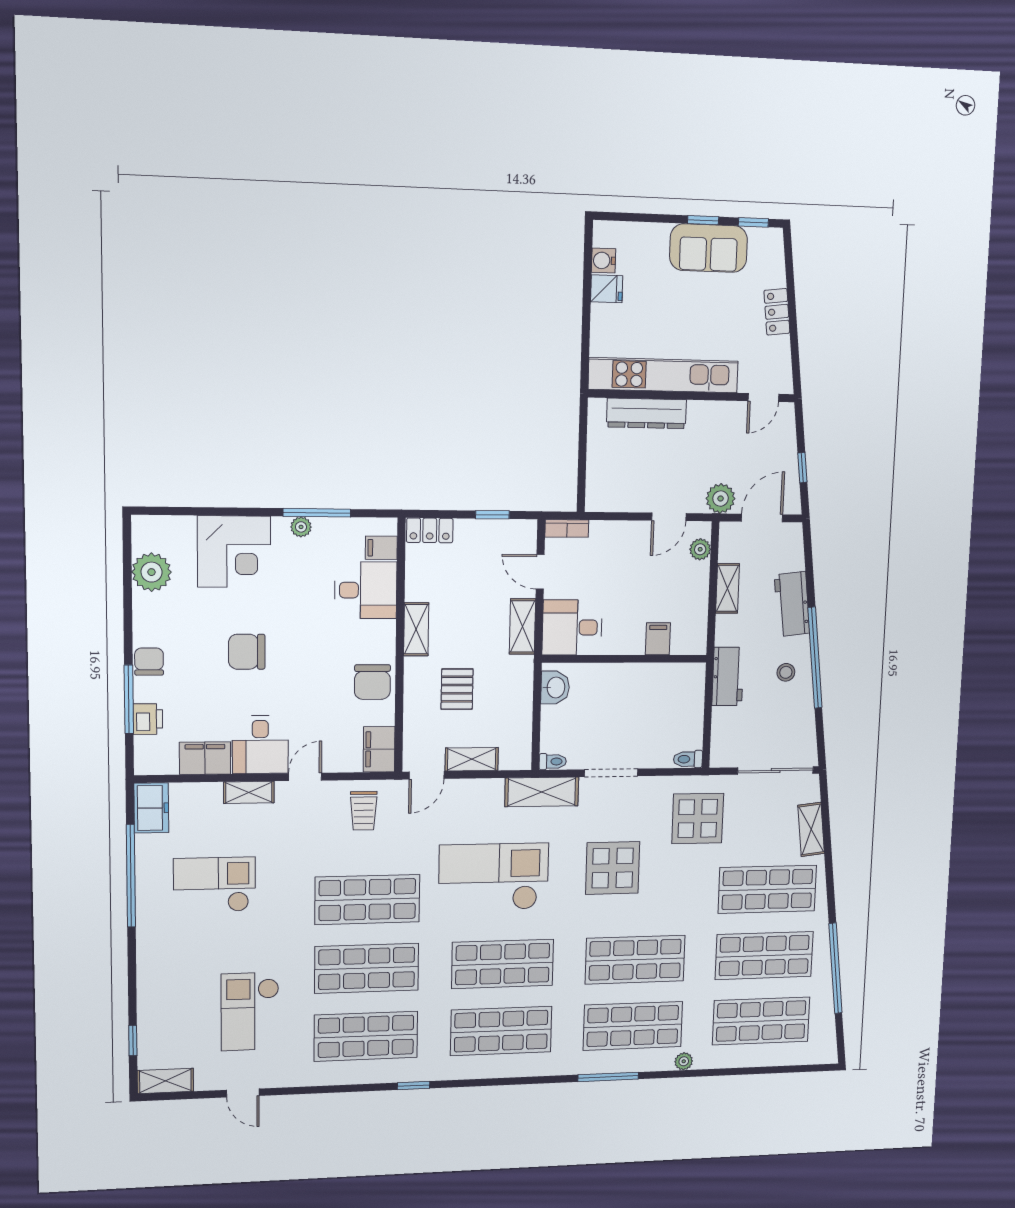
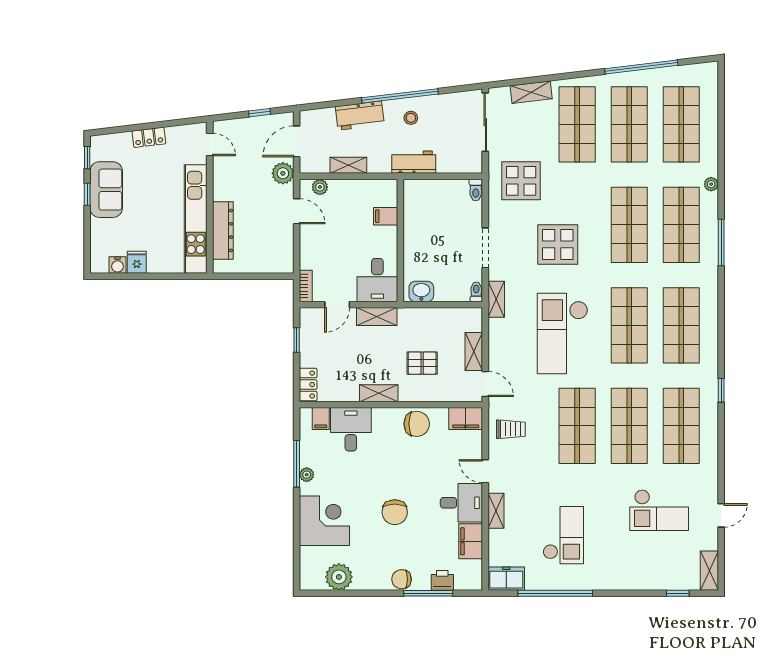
door: (762, 518) -> (297, 141), hinge flipped
shelving: (542, 792) -> (496, 299), width x0.67, depth x0.75
checkout: (215, 885) -> (563, 535), turned 180

